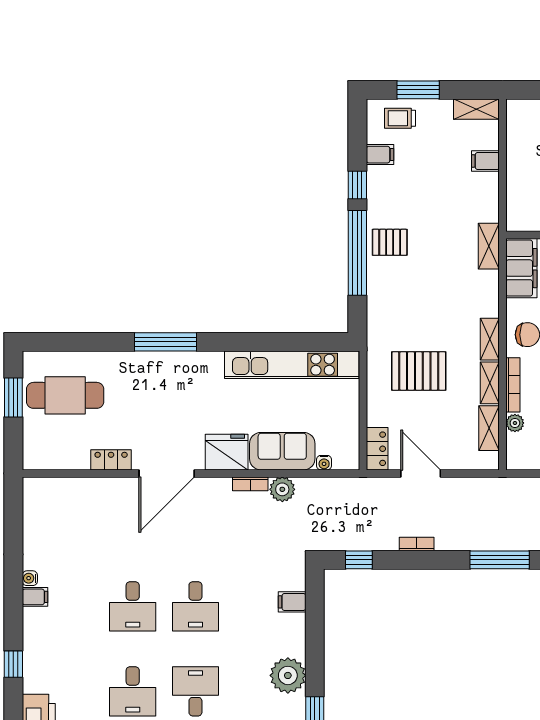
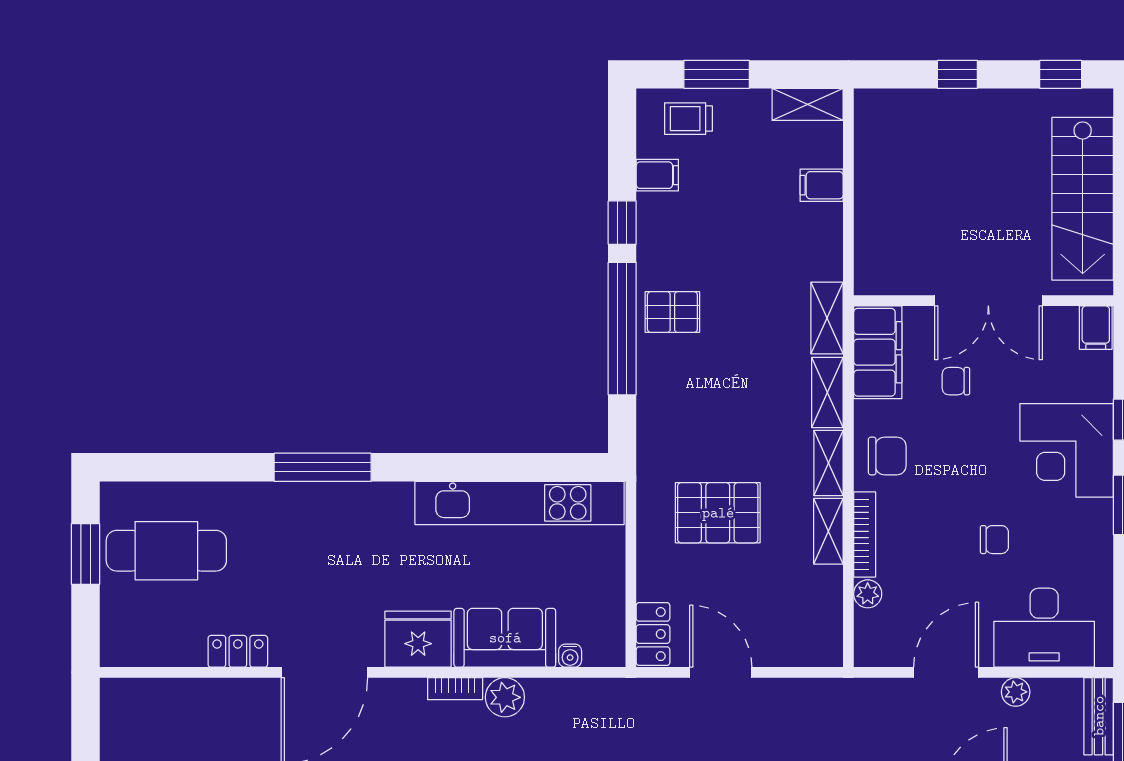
shelving: (489, 428) -> (827, 392), moved

